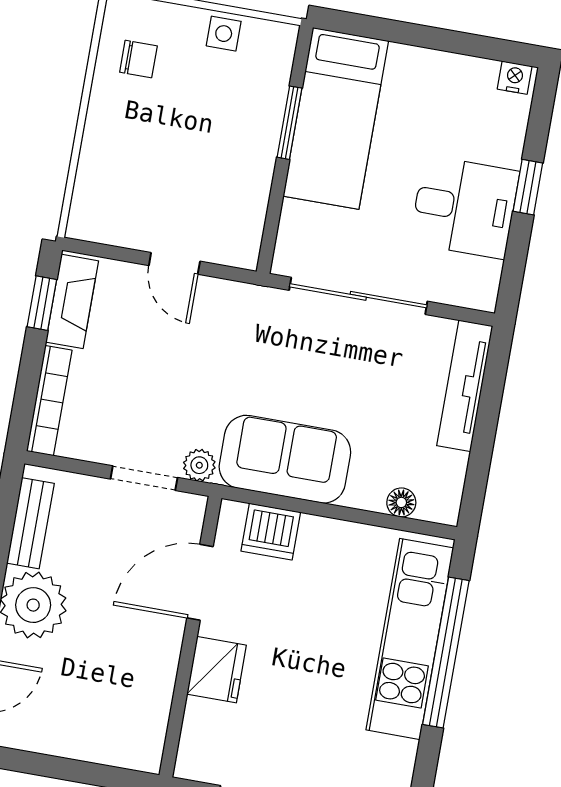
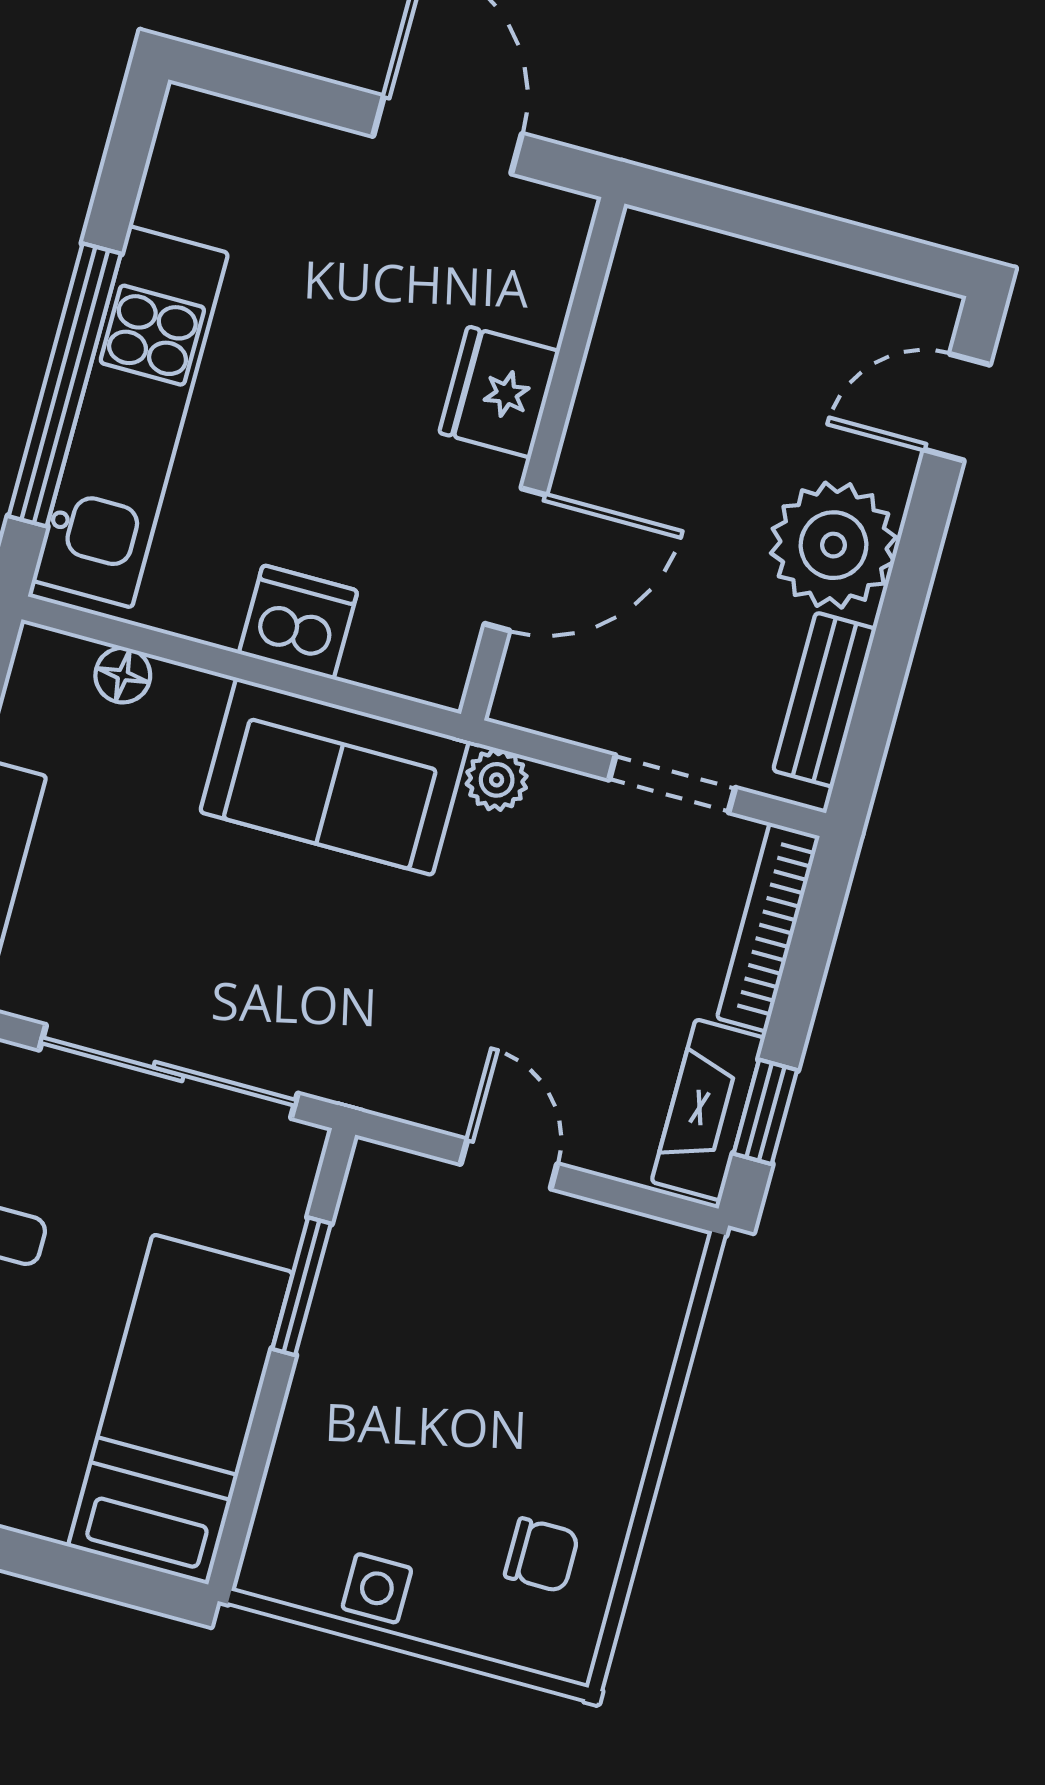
chair: (138, 59) -> (542, 1555), turned 180
window: (290, 123) -> (302, 1286), moved
doorway: (144, 478) -> (672, 784), moved
dishwasher: (271, 532) -> (298, 622), moved

